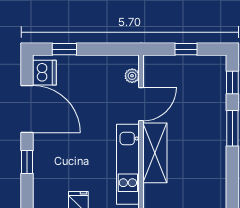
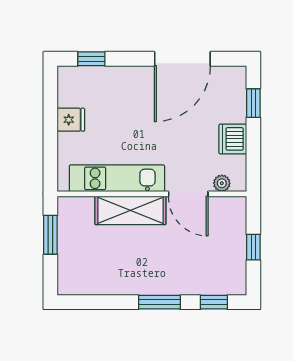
dishwasher: (44, 73) -> (233, 139), moved, turned 90
window: (27, 162) -> (91, 59), moved

